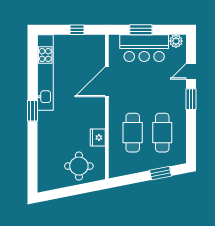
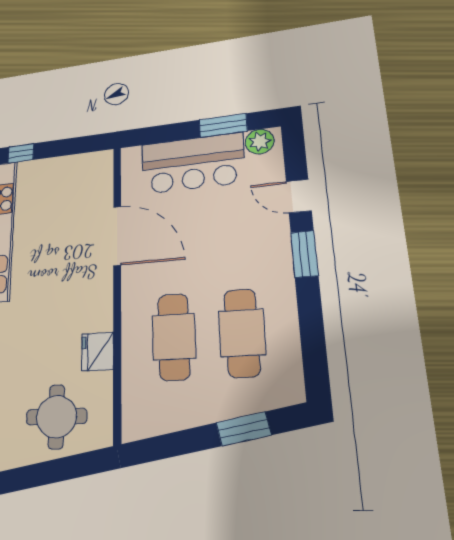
window: (77, 30) -> (21, 153), moved
window: (141, 30) -> (223, 125), moved
door: (191, 71) -> (299, 196), hinge flipped
door: (107, 82) -> (117, 236), swing flipped

